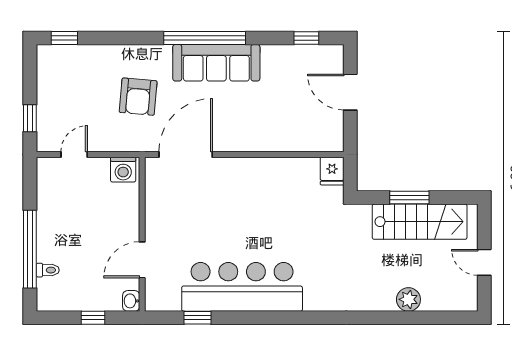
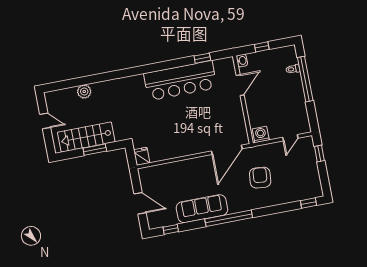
sofa: (216, 63) -> (202, 209), moved

